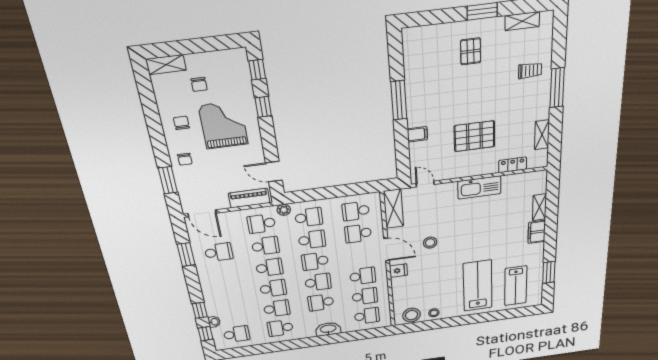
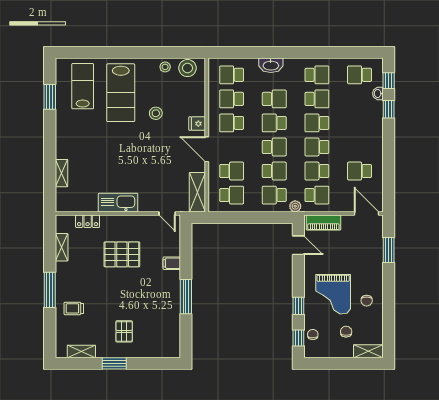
chair: (185, 159) -> (313, 334), moved
filing cabinet: (537, 232) -> (63, 146), removed
school desk: (312, 240) -> (274, 171), turned 180
stool: (430, 243) -> (156, 113), moved
window: (186, 255) -> (389, 173), removed
school desk: (277, 309) -> (317, 99), turned 180

